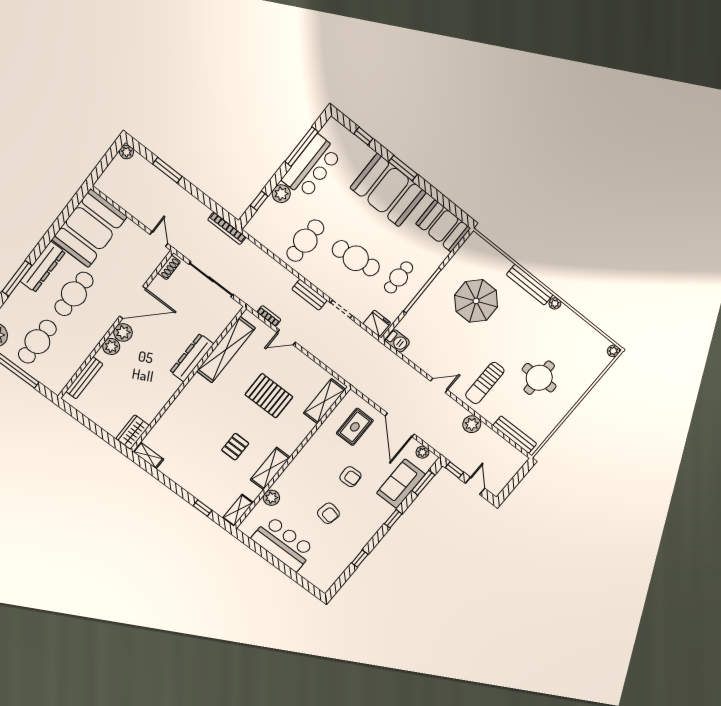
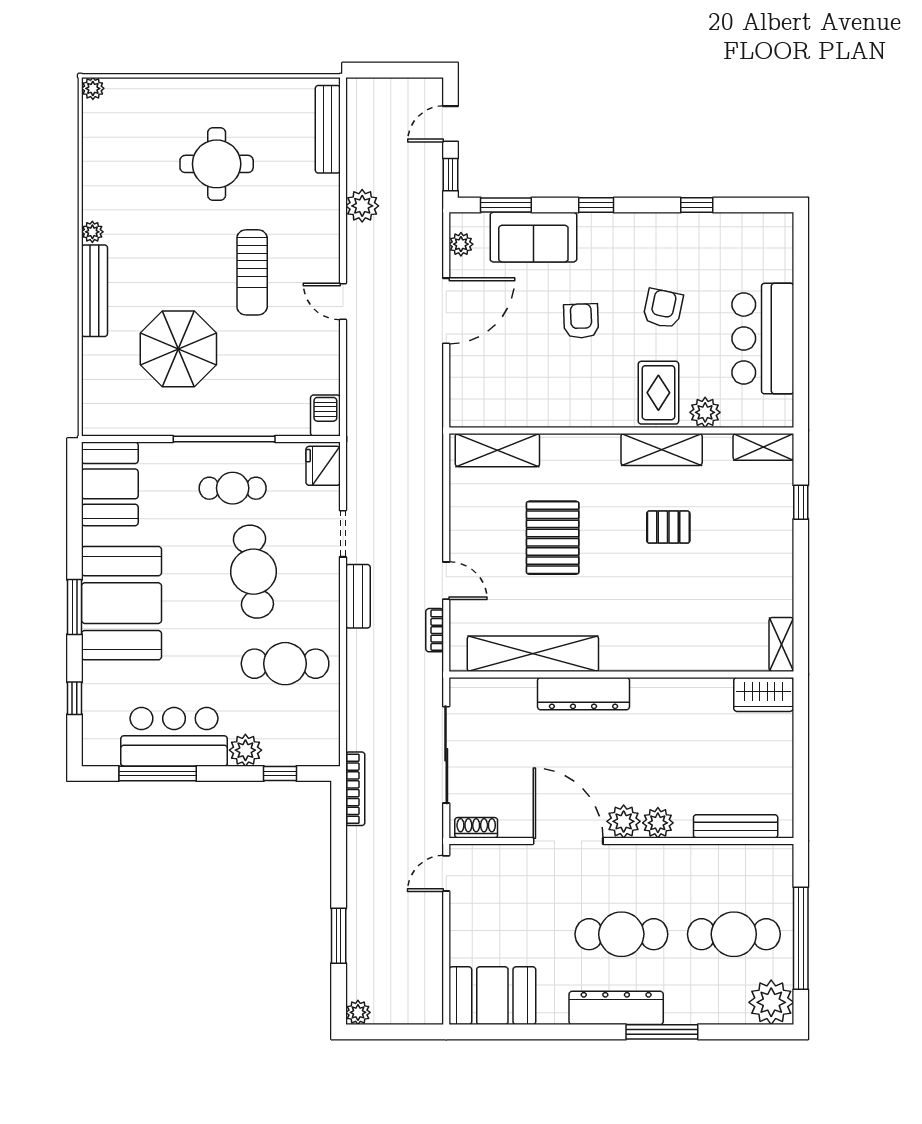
booth: (89, 228) -> (492, 996), width x0.73, depth x0.70
sun lounger: (485, 383) -> (252, 272), moved, turned 90
rug: (355, 427) -> (658, 393), moved, turned 90

